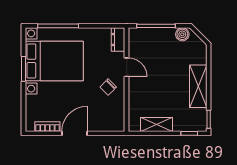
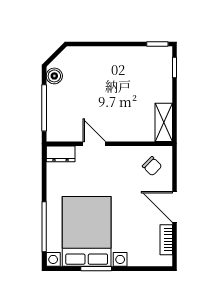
door: (127, 67) -> (94, 144), hinge flipped
shelving: (198, 86) -> (117, 57), removed
chair: (108, 87) -> (152, 166), moved
shelving: (156, 124) -> (164, 122), moved

